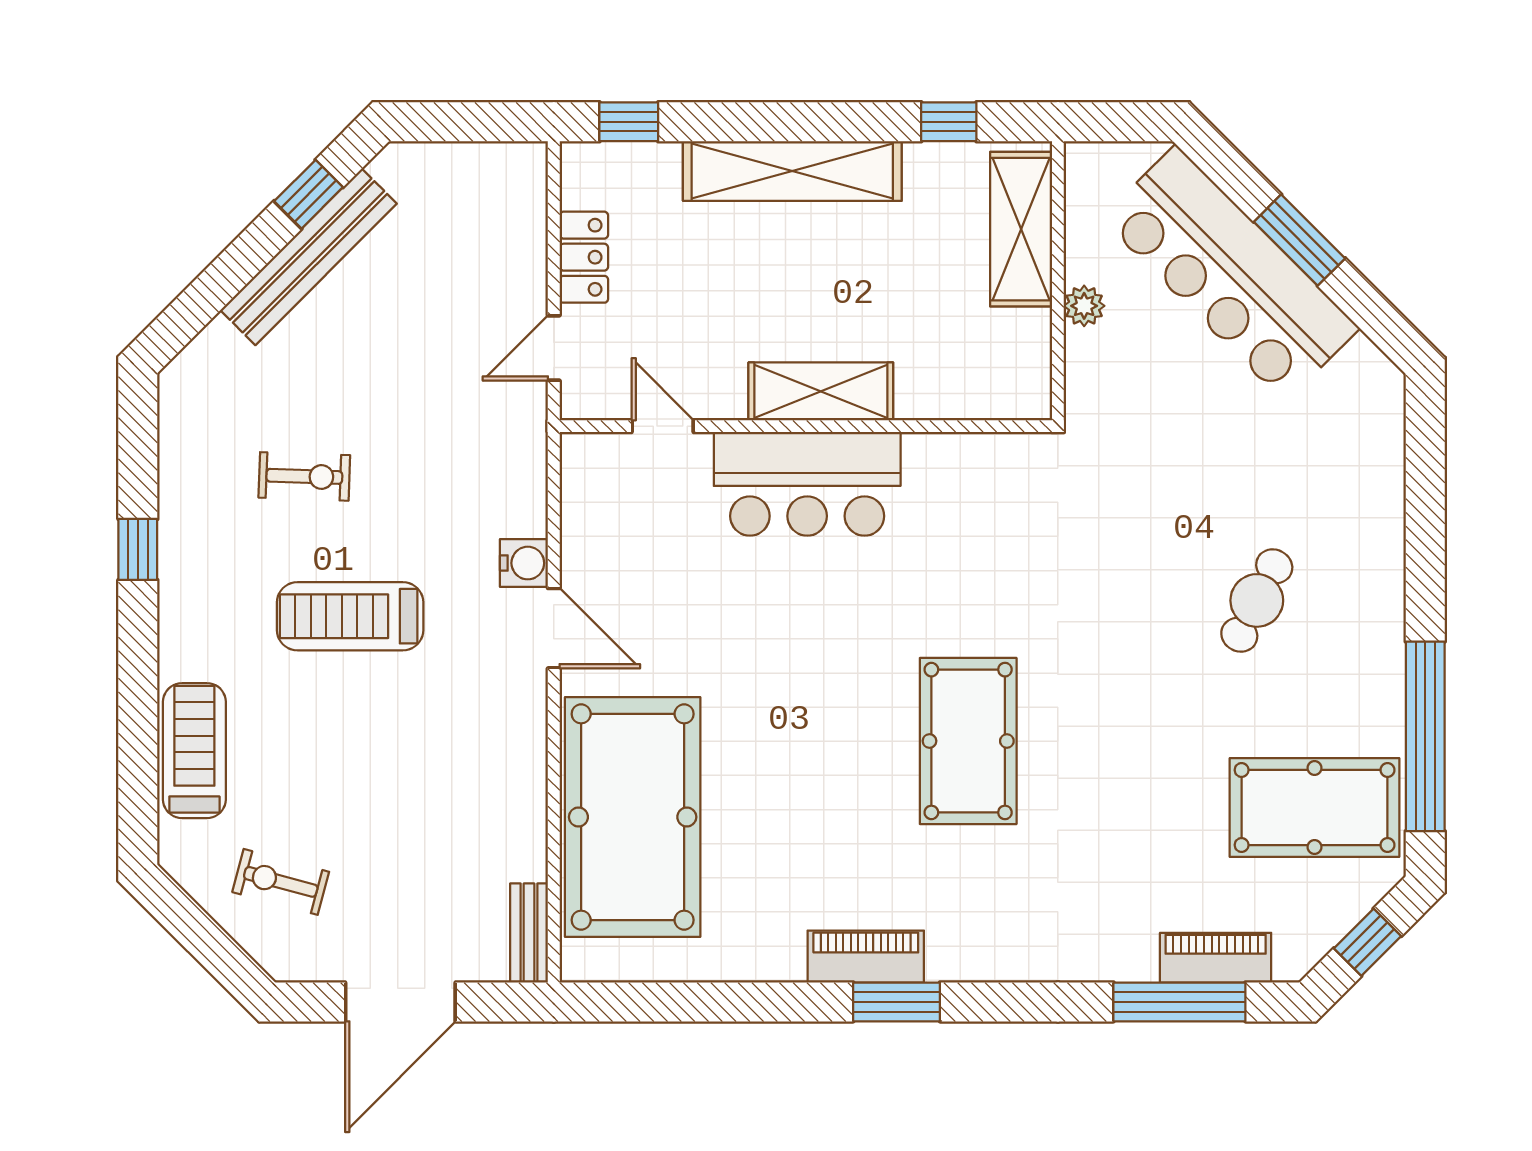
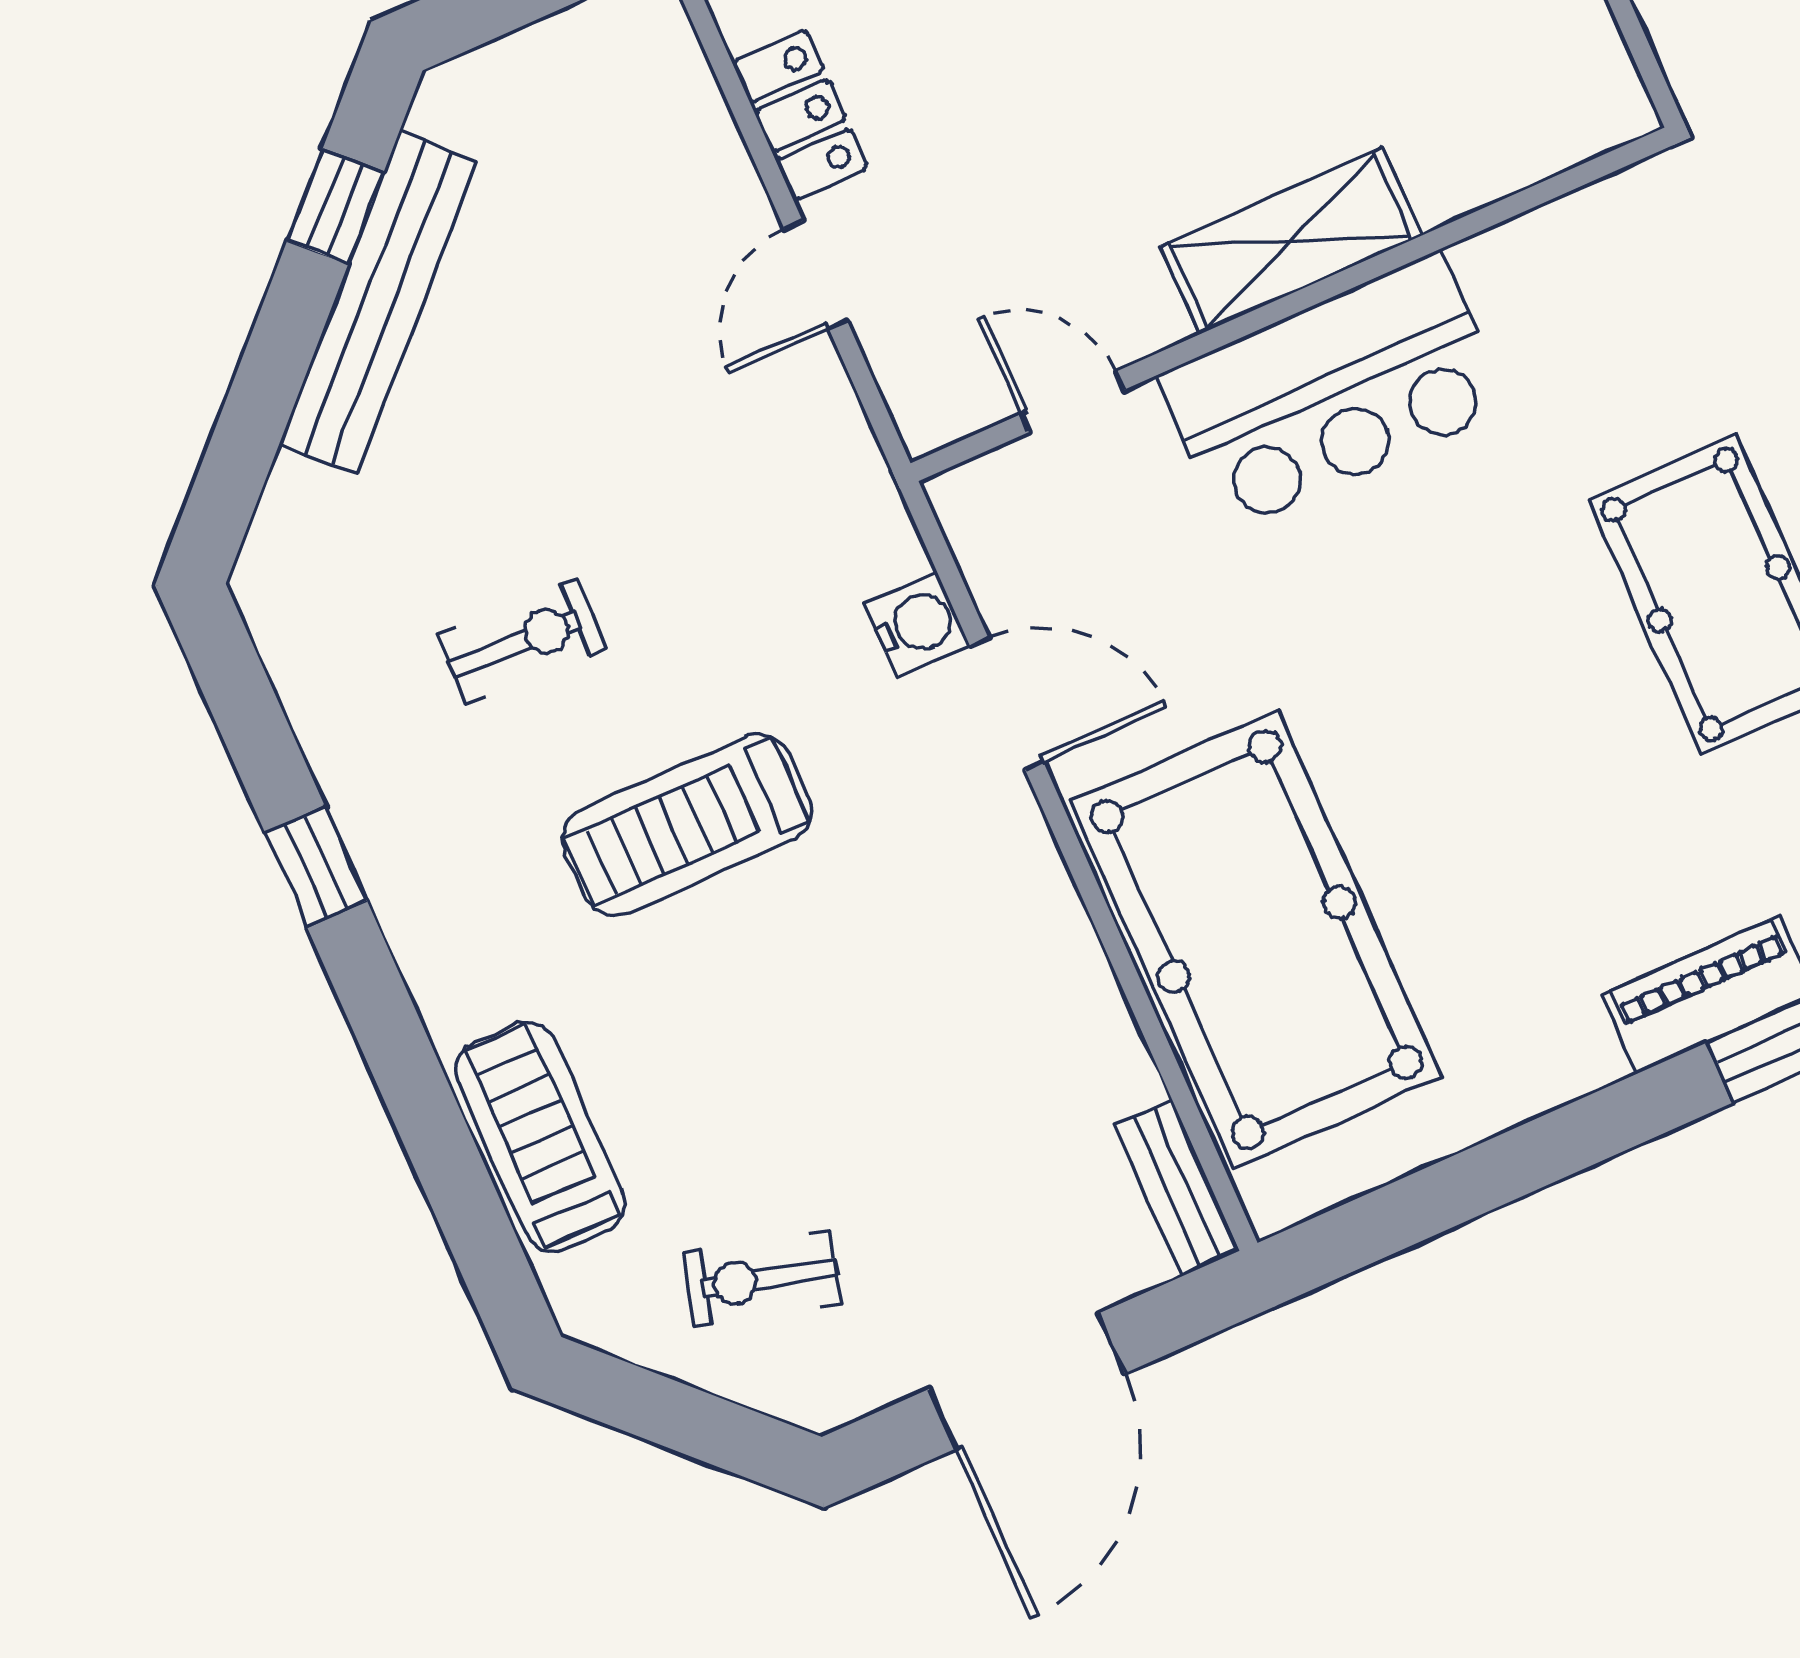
shelving: (821, 391) -> (1291, 241), moved
door: (663, 426) -> (1072, 402), moved
wall: (806, 426) -> (1291, 304), moved
bar counter: (807, 484) -> (1333, 392), moved

